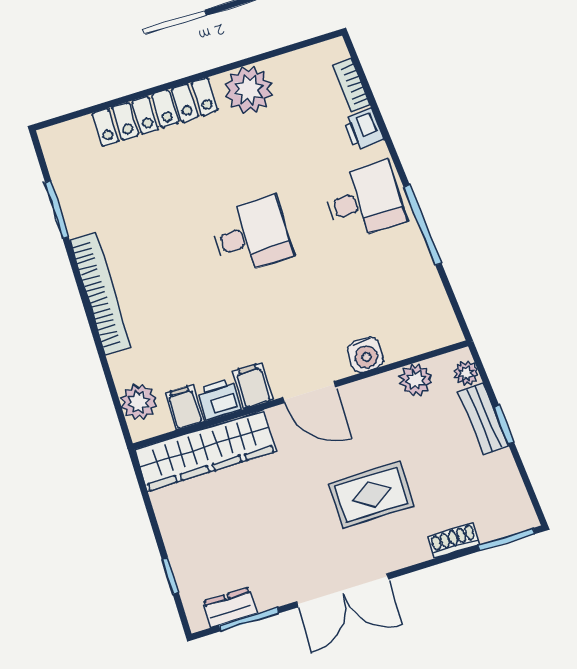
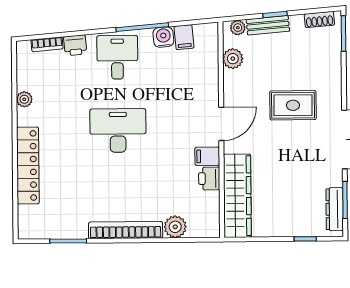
plant: (248, 90) -> (24, 99), width x0.53, depth x0.53
desk: (251, 235) -> (118, 131), width x1.37
water cooler: (366, 354) -> (163, 37), moved, turned -95
plant: (139, 402) -> (175, 227), moved
filing cabinet: (184, 407) -> (184, 37), moved, turned -95
rug: (371, 495) -> (293, 105), turned 90
shoe rack: (454, 540) -> (319, 19), moved, turned -95
dresser: (230, 607) -> (335, 209), width x1.44

